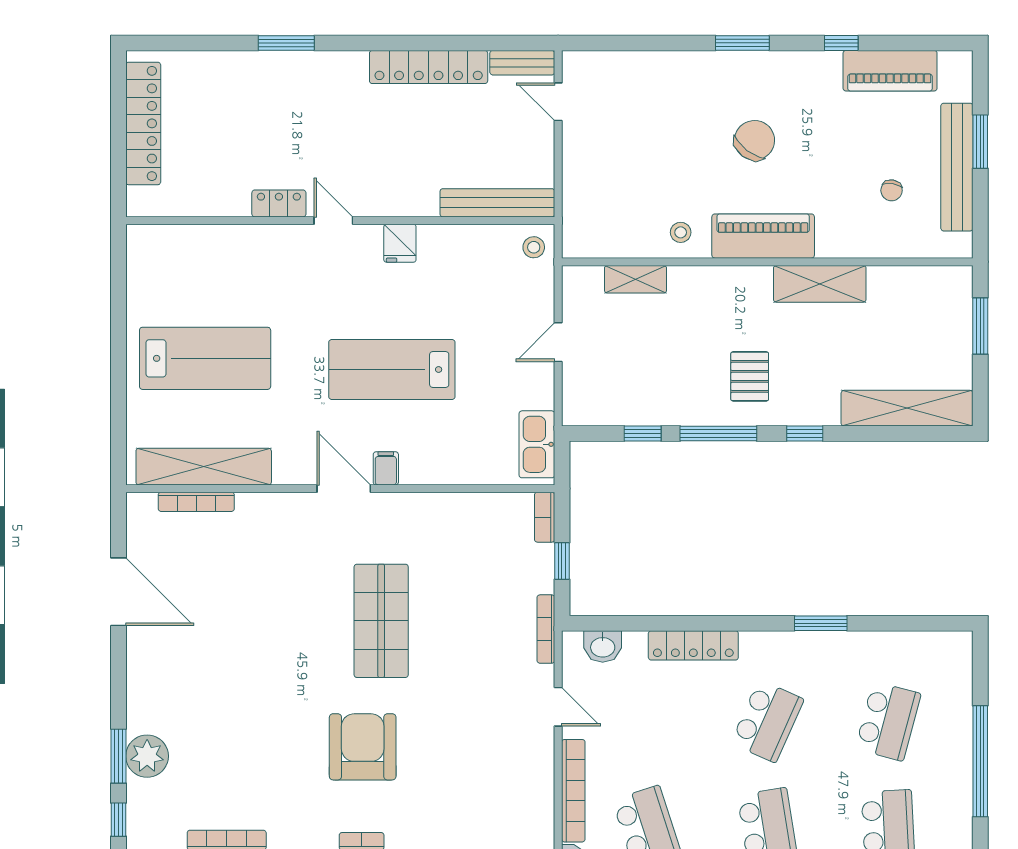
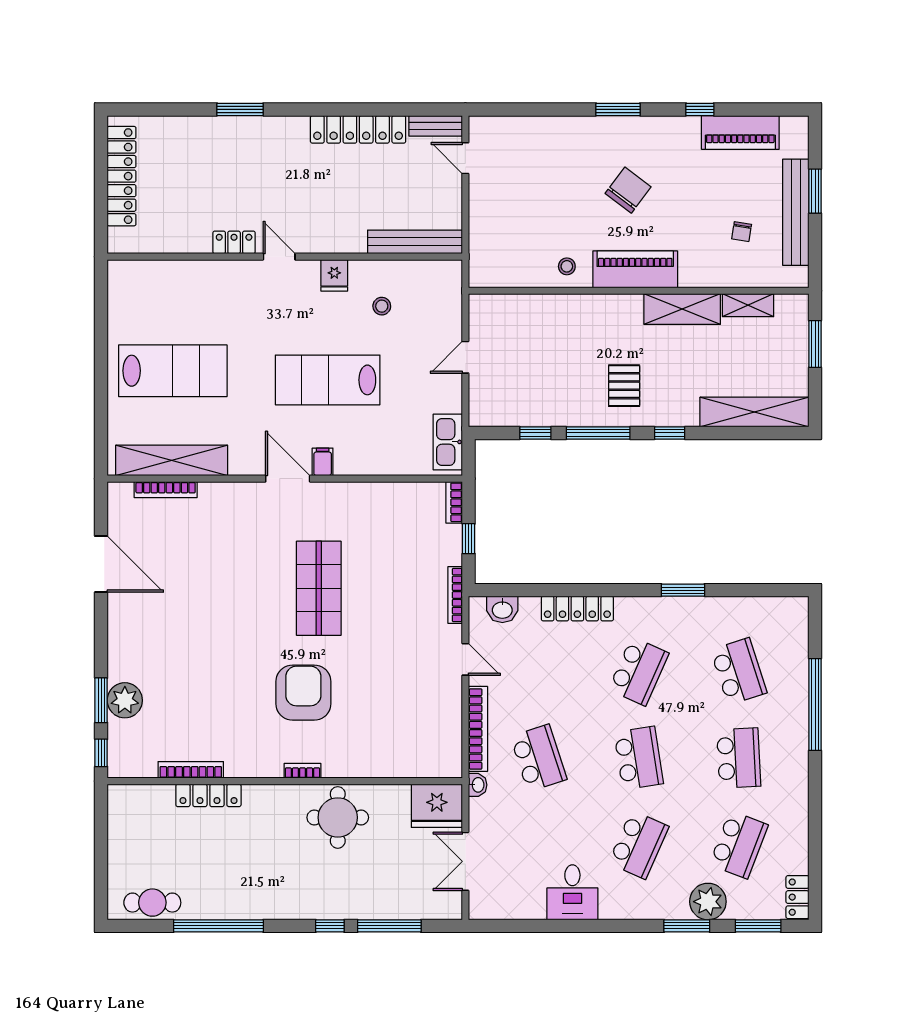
stool: (534, 247) -> (382, 306), moved
shelving: (636, 279) -> (748, 305), moved
school desk: (888, 721) -> (739, 671), turned -33

